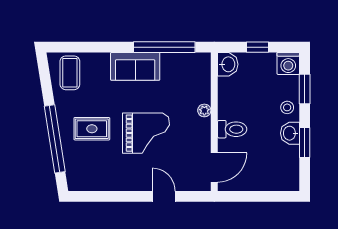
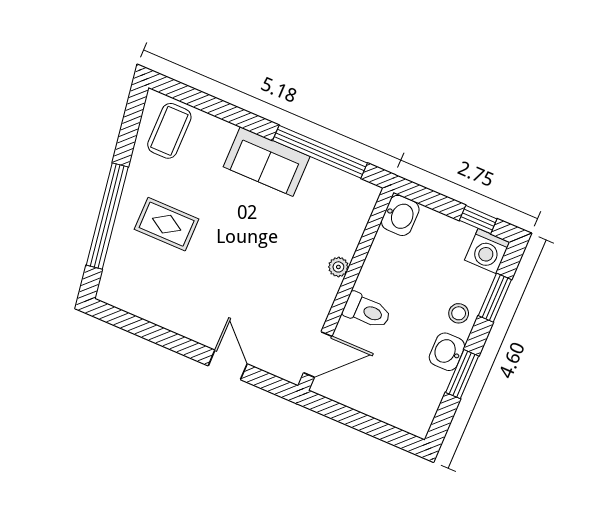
window: (257, 47) -> (478, 220), moved
grand piano: (146, 133) -> (241, 263), removed

